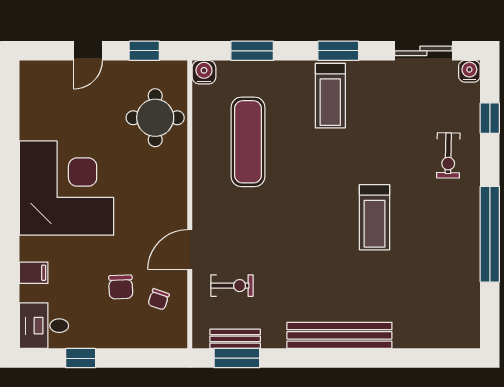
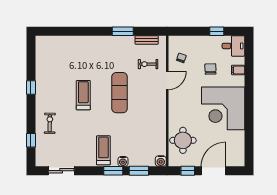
door: (88, 51) -> (213, 171), width x1.88
window: (338, 51) -> (113, 171), moved
water cooler: (469, 71) -> (123, 161), moved
exercise mat: (248, 142) -> (120, 93), moved
window: (490, 234) -> (31, 87), width x0.32
chair: (121, 287) -> (210, 69), moved
bench: (339, 335) -> (99, 41), removed
window: (237, 358) -> (123, 31), moved

